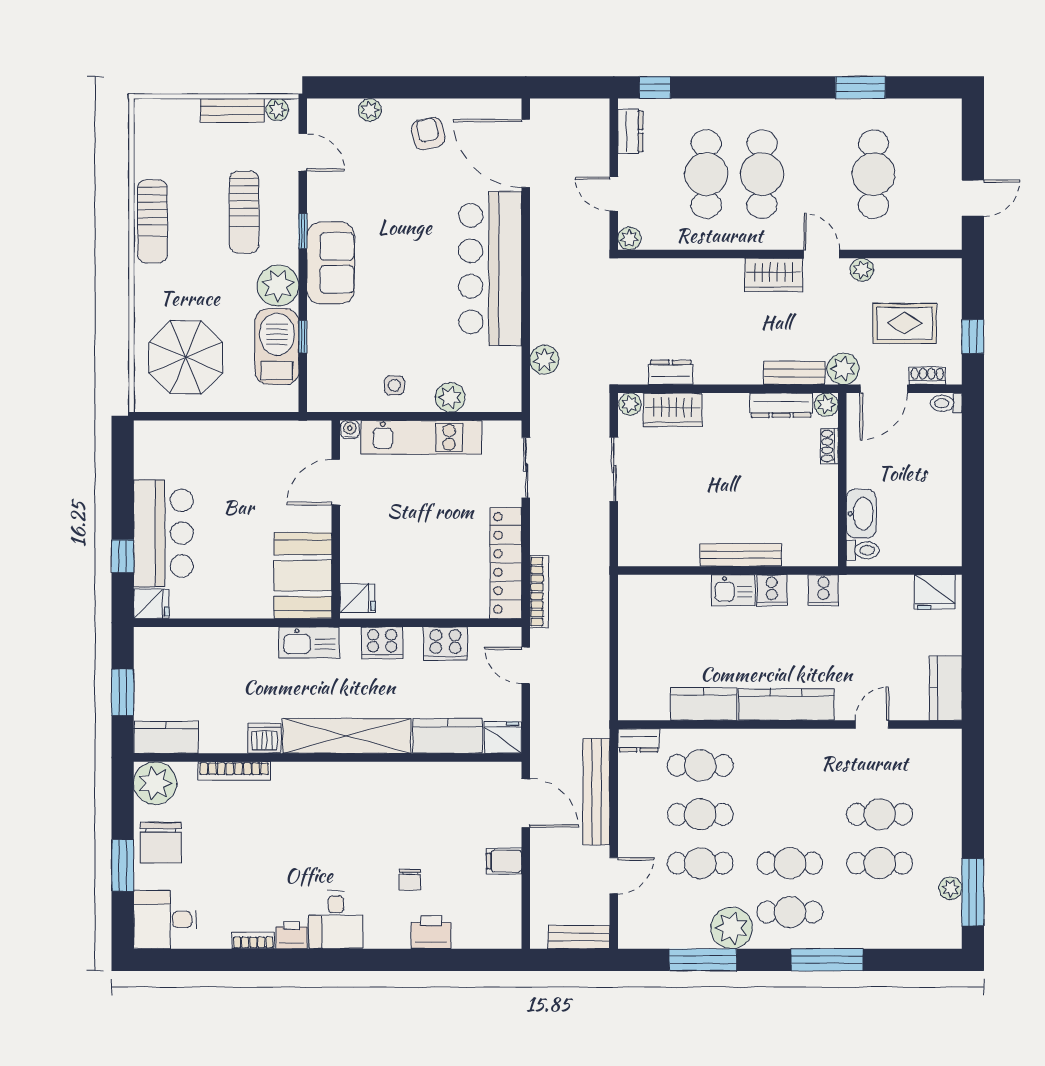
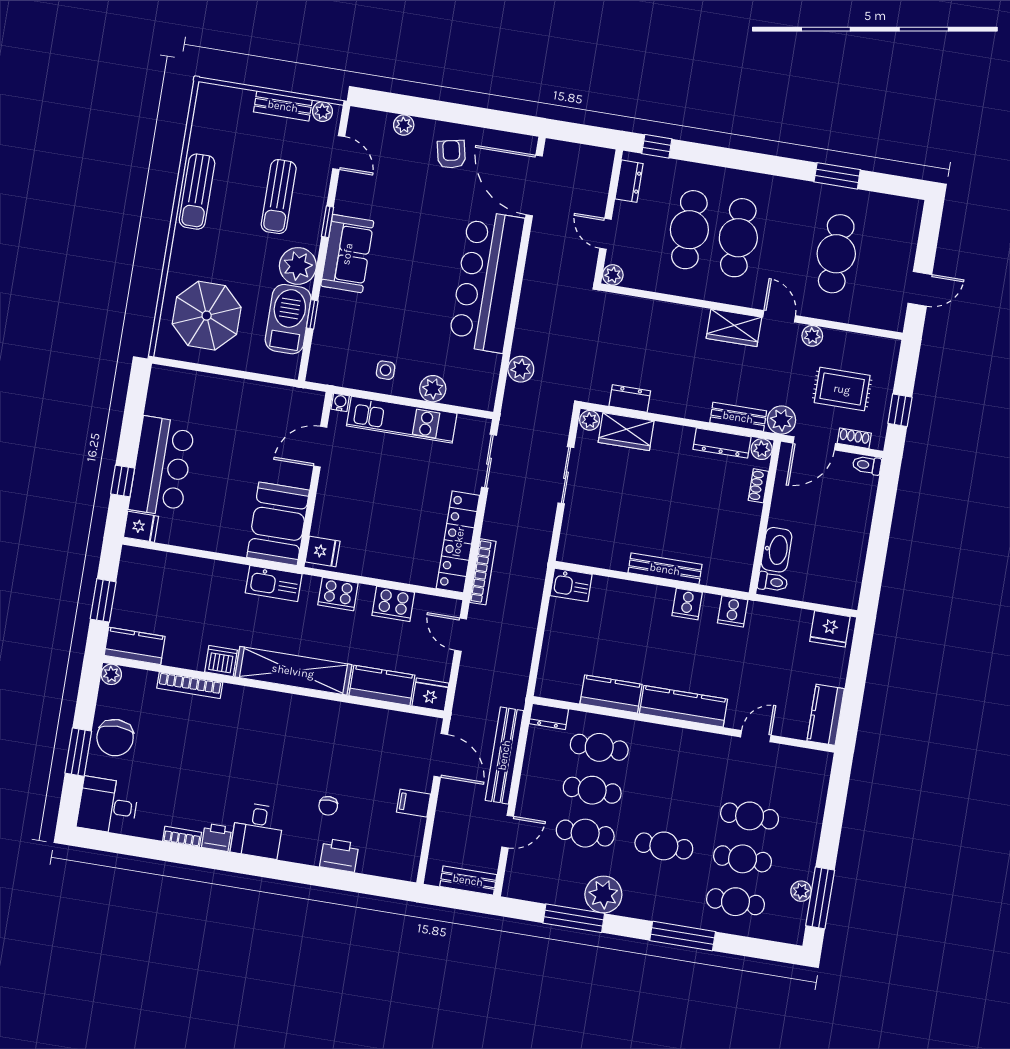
kitchen sink: (733, 590) -> (571, 585), moved
plant: (155, 783) -> (111, 674), width x0.53, depth x0.53
cafe table: (790, 912) -> (735, 902), moved

